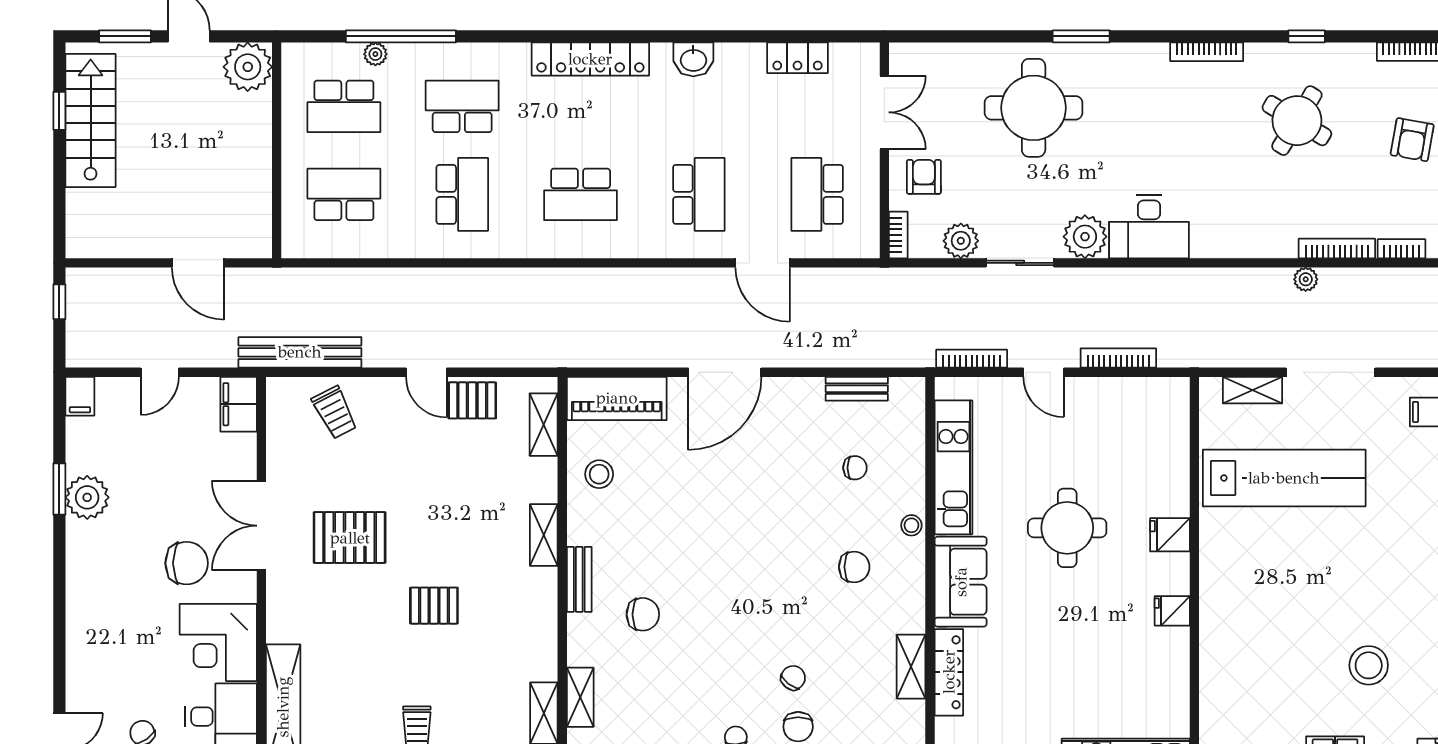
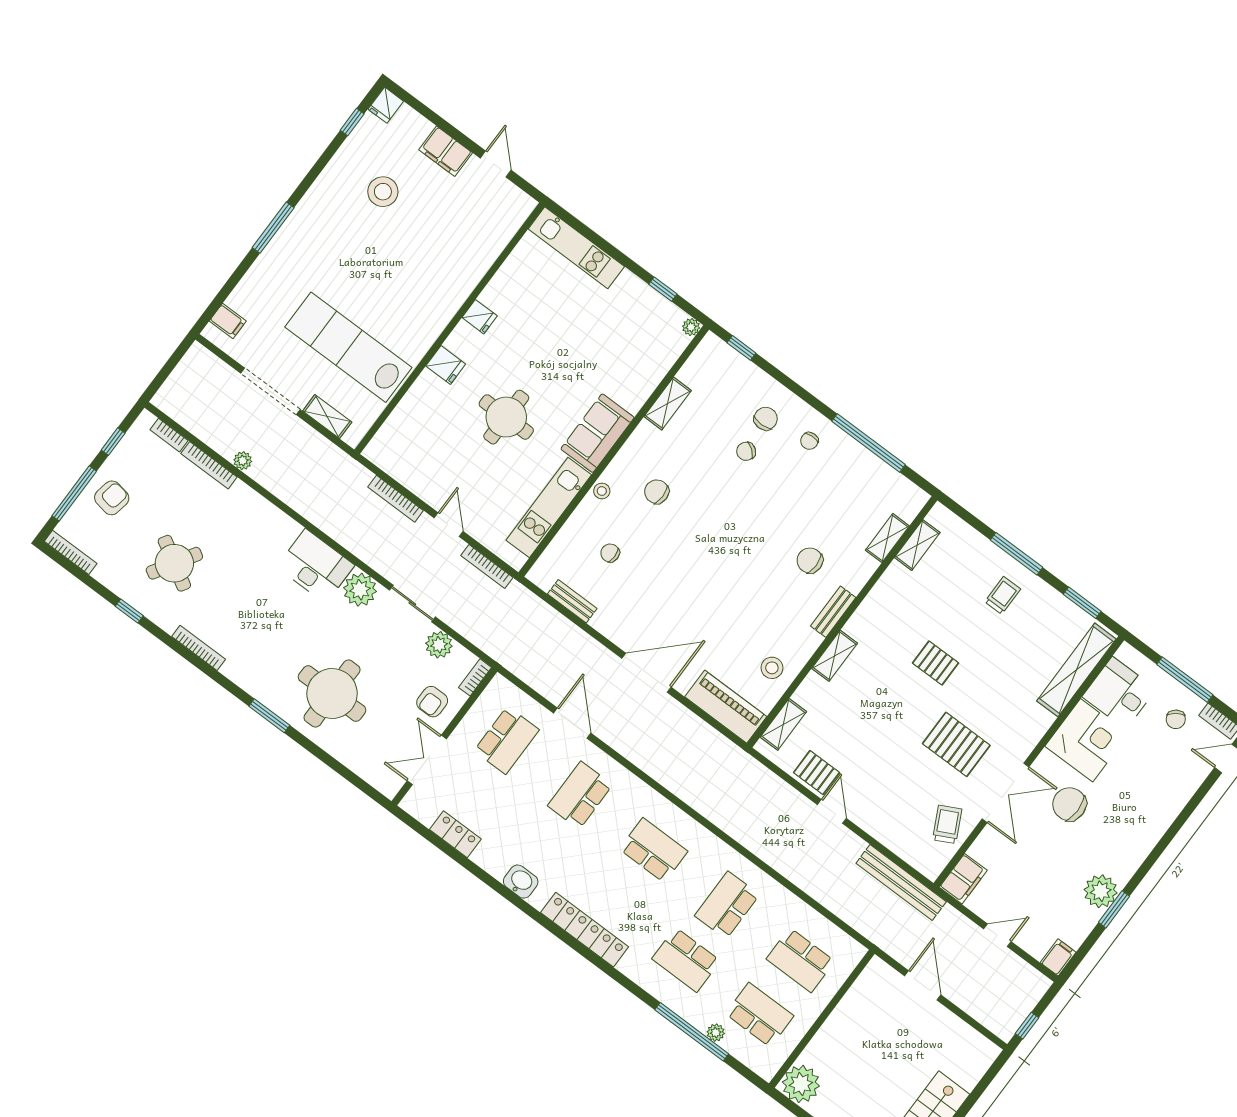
trolley: (335, 412) -> (947, 824), moved
locker: (949, 672) -> (647, 382), removed

